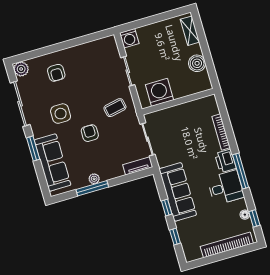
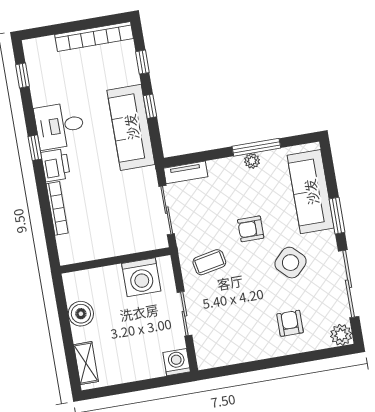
side table: (61, 114) -> (291, 263), turned 45
armchair: (90, 133) -> (251, 229), turned 90
window: (241, 171) -> (35, 148), width x0.46
floor lamp: (245, 215) -> (36, 83), removed
bookcase: (227, 245) -> (94, 37), moved

